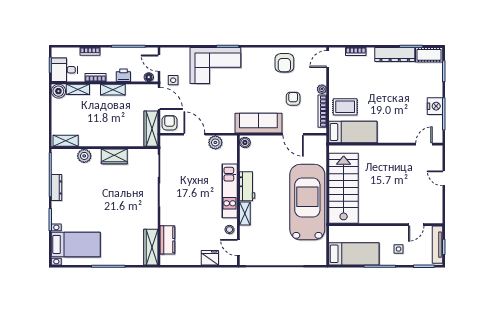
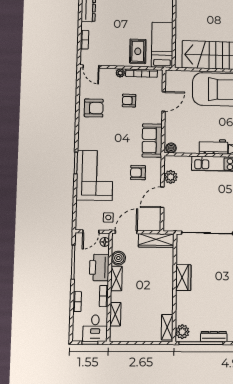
printer: (123, 75) -> (99, 267), width x1.87, depth x1.48
boiler: (58, 91) -> (118, 258), moved
armchair: (170, 123) -> (138, 173), moved
sofa: (258, 123) -> (152, 141), width x0.73
plant: (84, 156) -> (182, 332), moved

